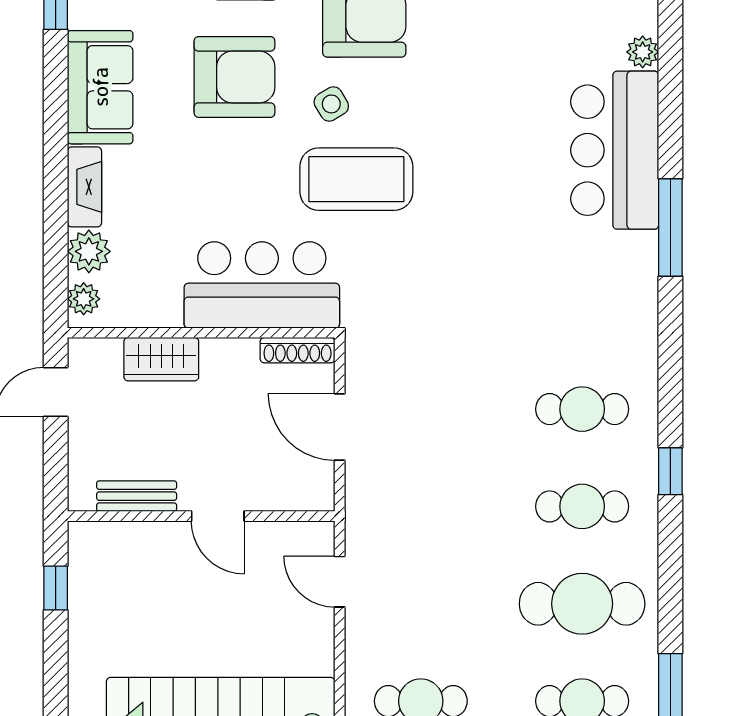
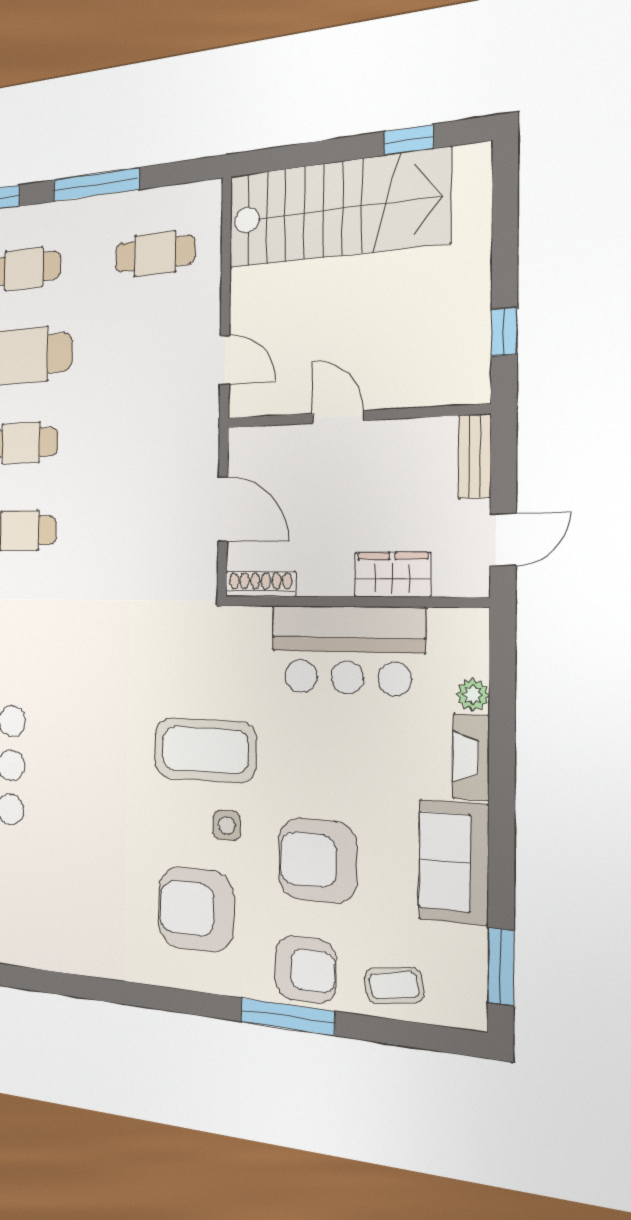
side table: (331, 104) -> (227, 825), turned 31
plant: (89, 251) -> (473, 695), width x0.73, depth x0.73
bar counter: (262, 285) -> (348, 650), moved
plant: (84, 299) -> (473, 638), removed
bench: (137, 496) -> (475, 456), moved, turned 90

